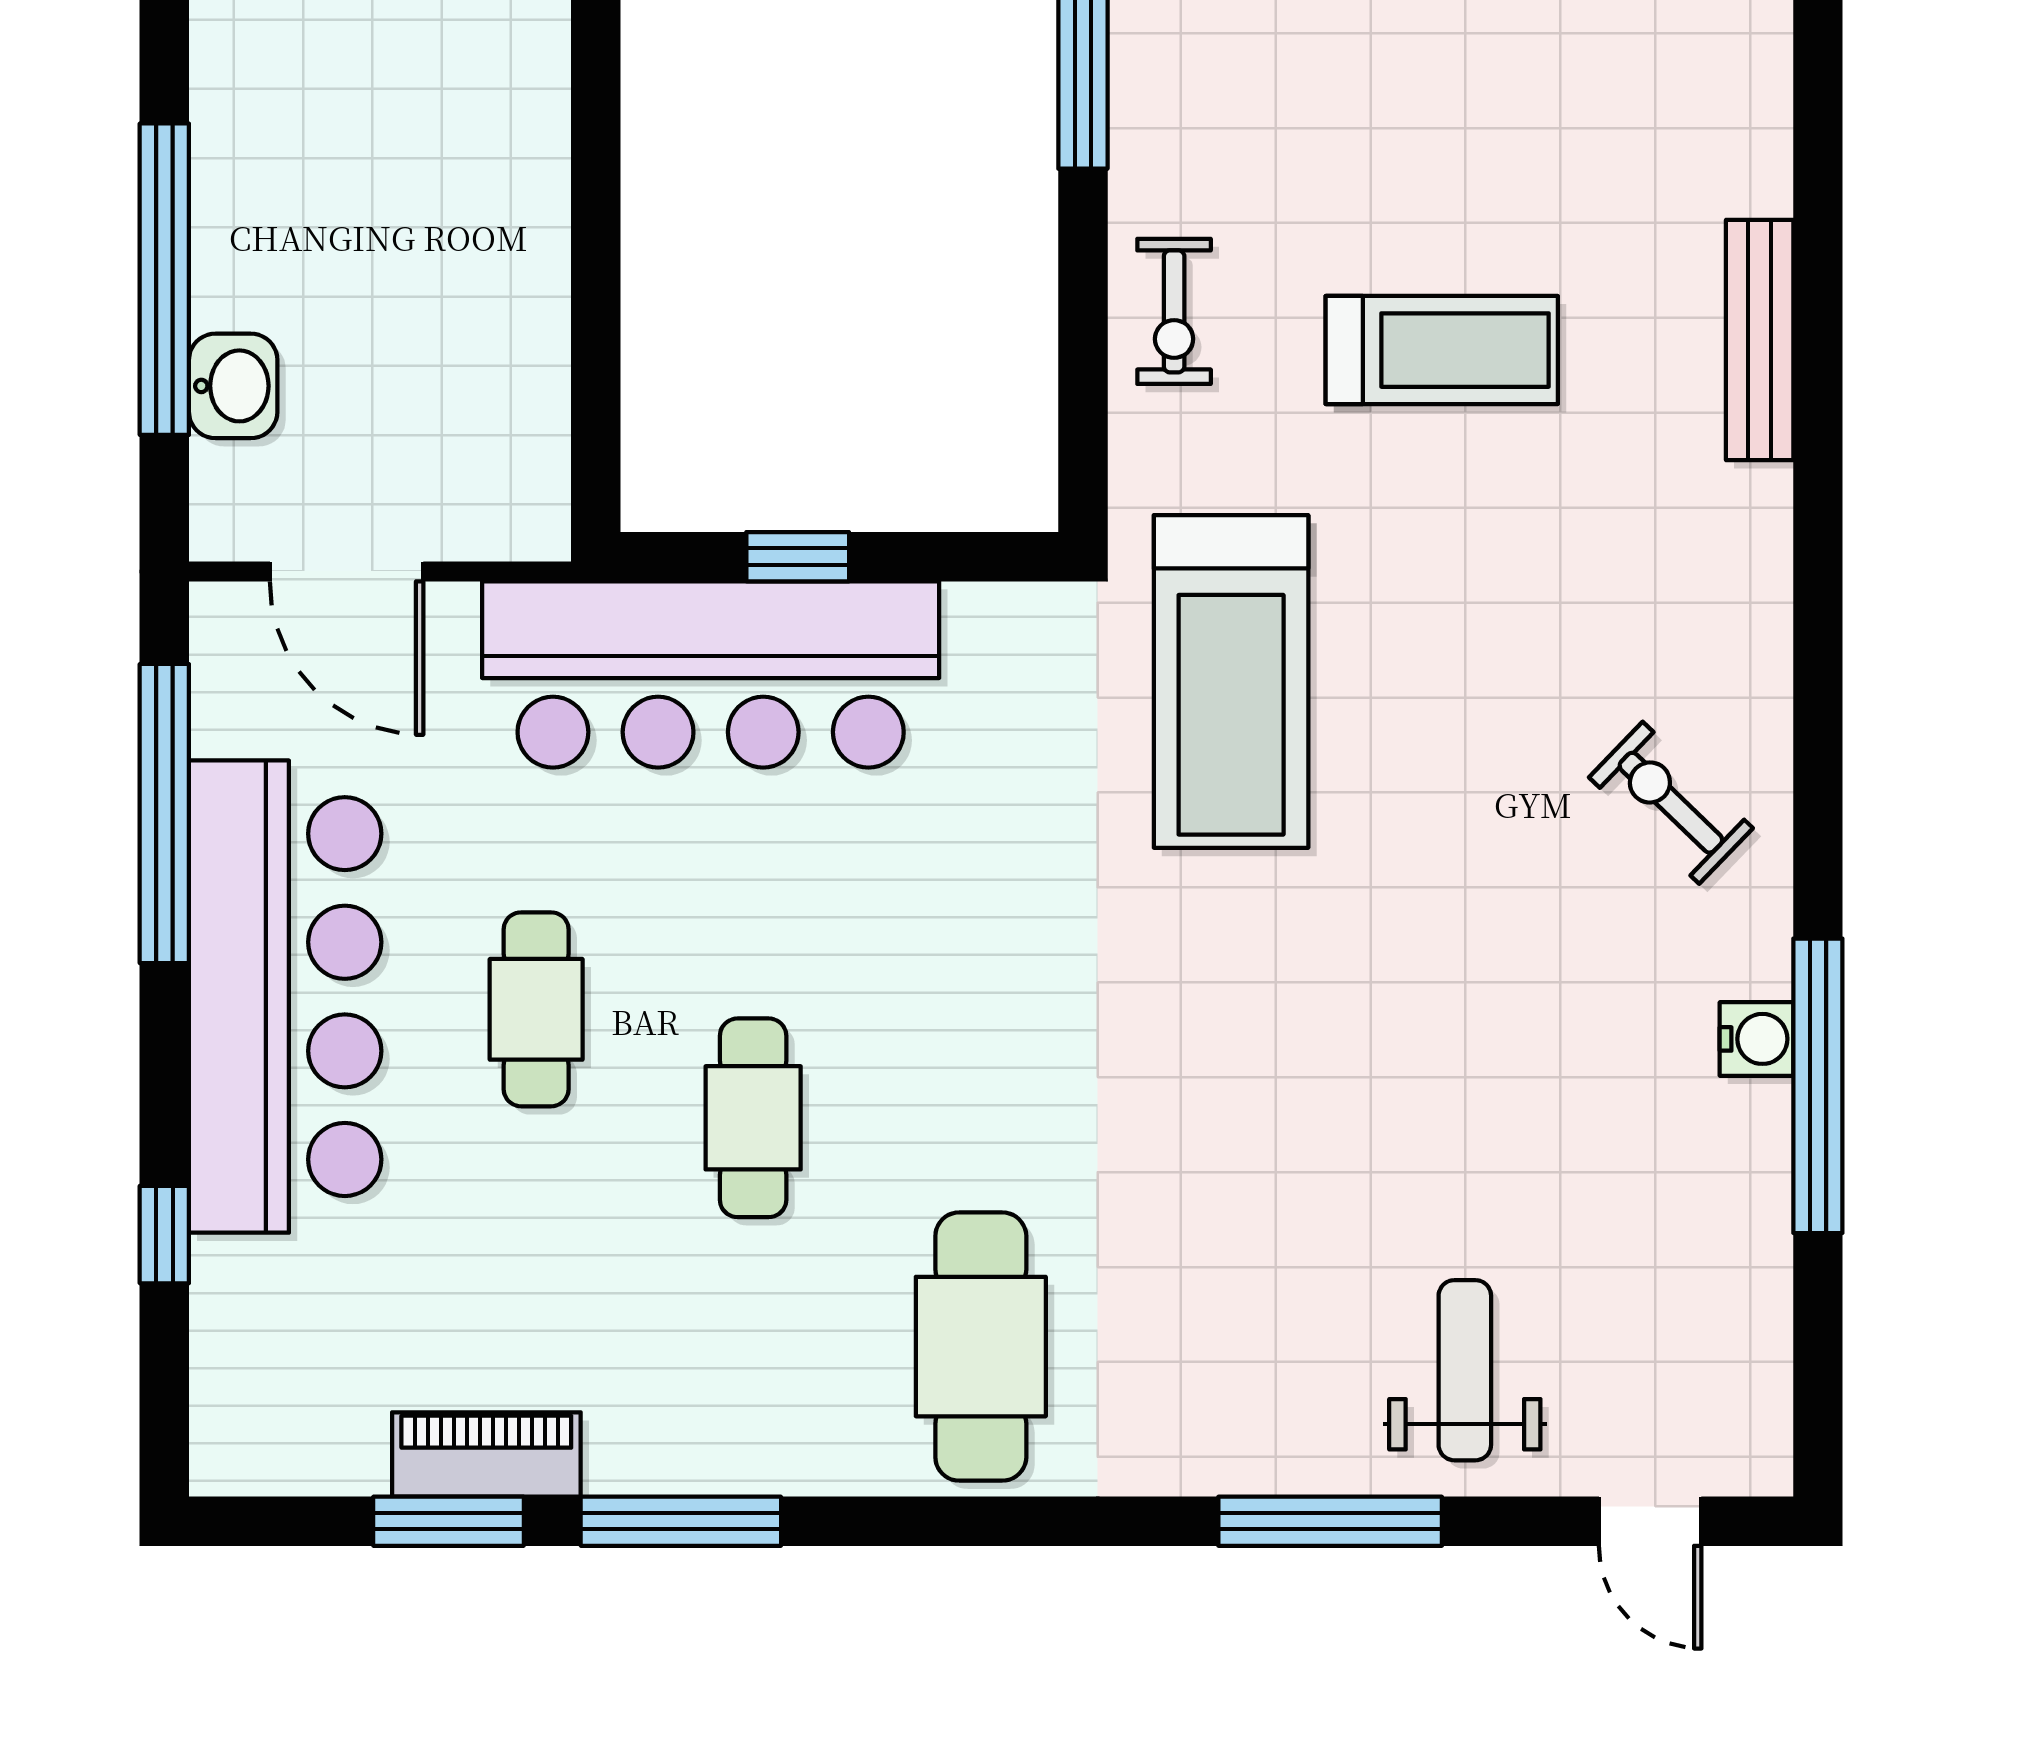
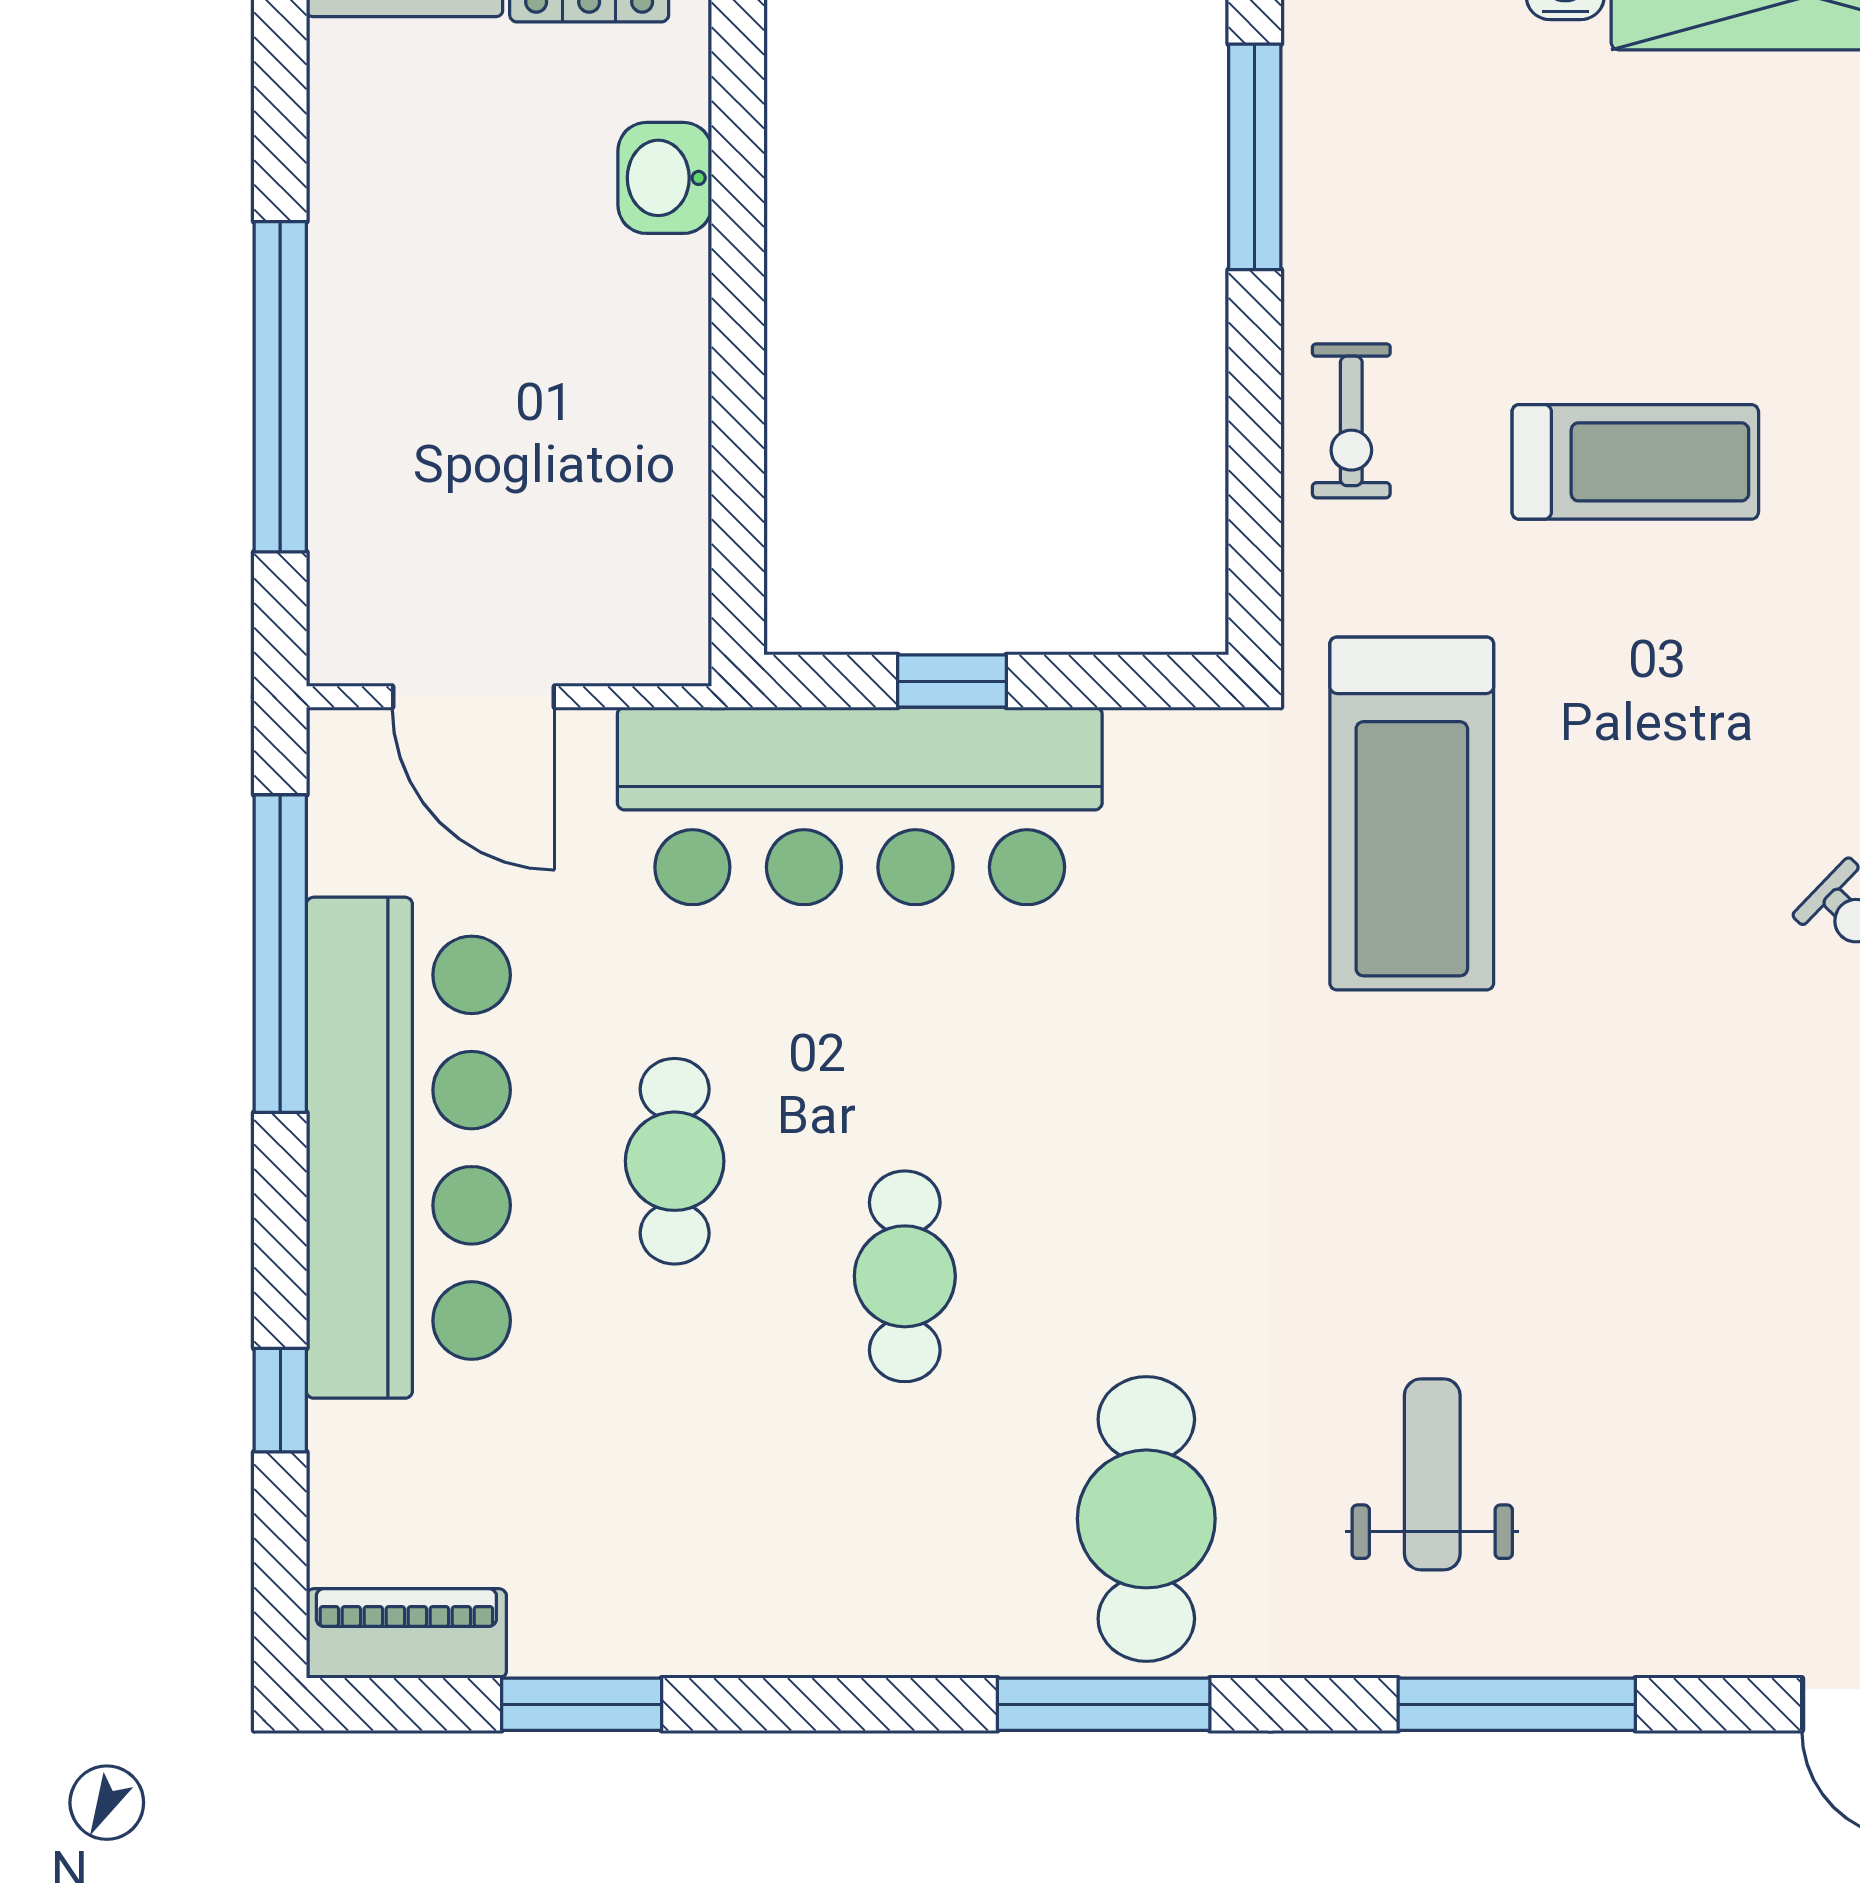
washbasin: (233, 386) -> (665, 178), moved, turned 180
weight bench: (1465, 1370) -> (1432, 1474), moved
piano: (486, 1454) -> (406, 1633), moved
window: (681, 1521) -> (1104, 1704), moved

